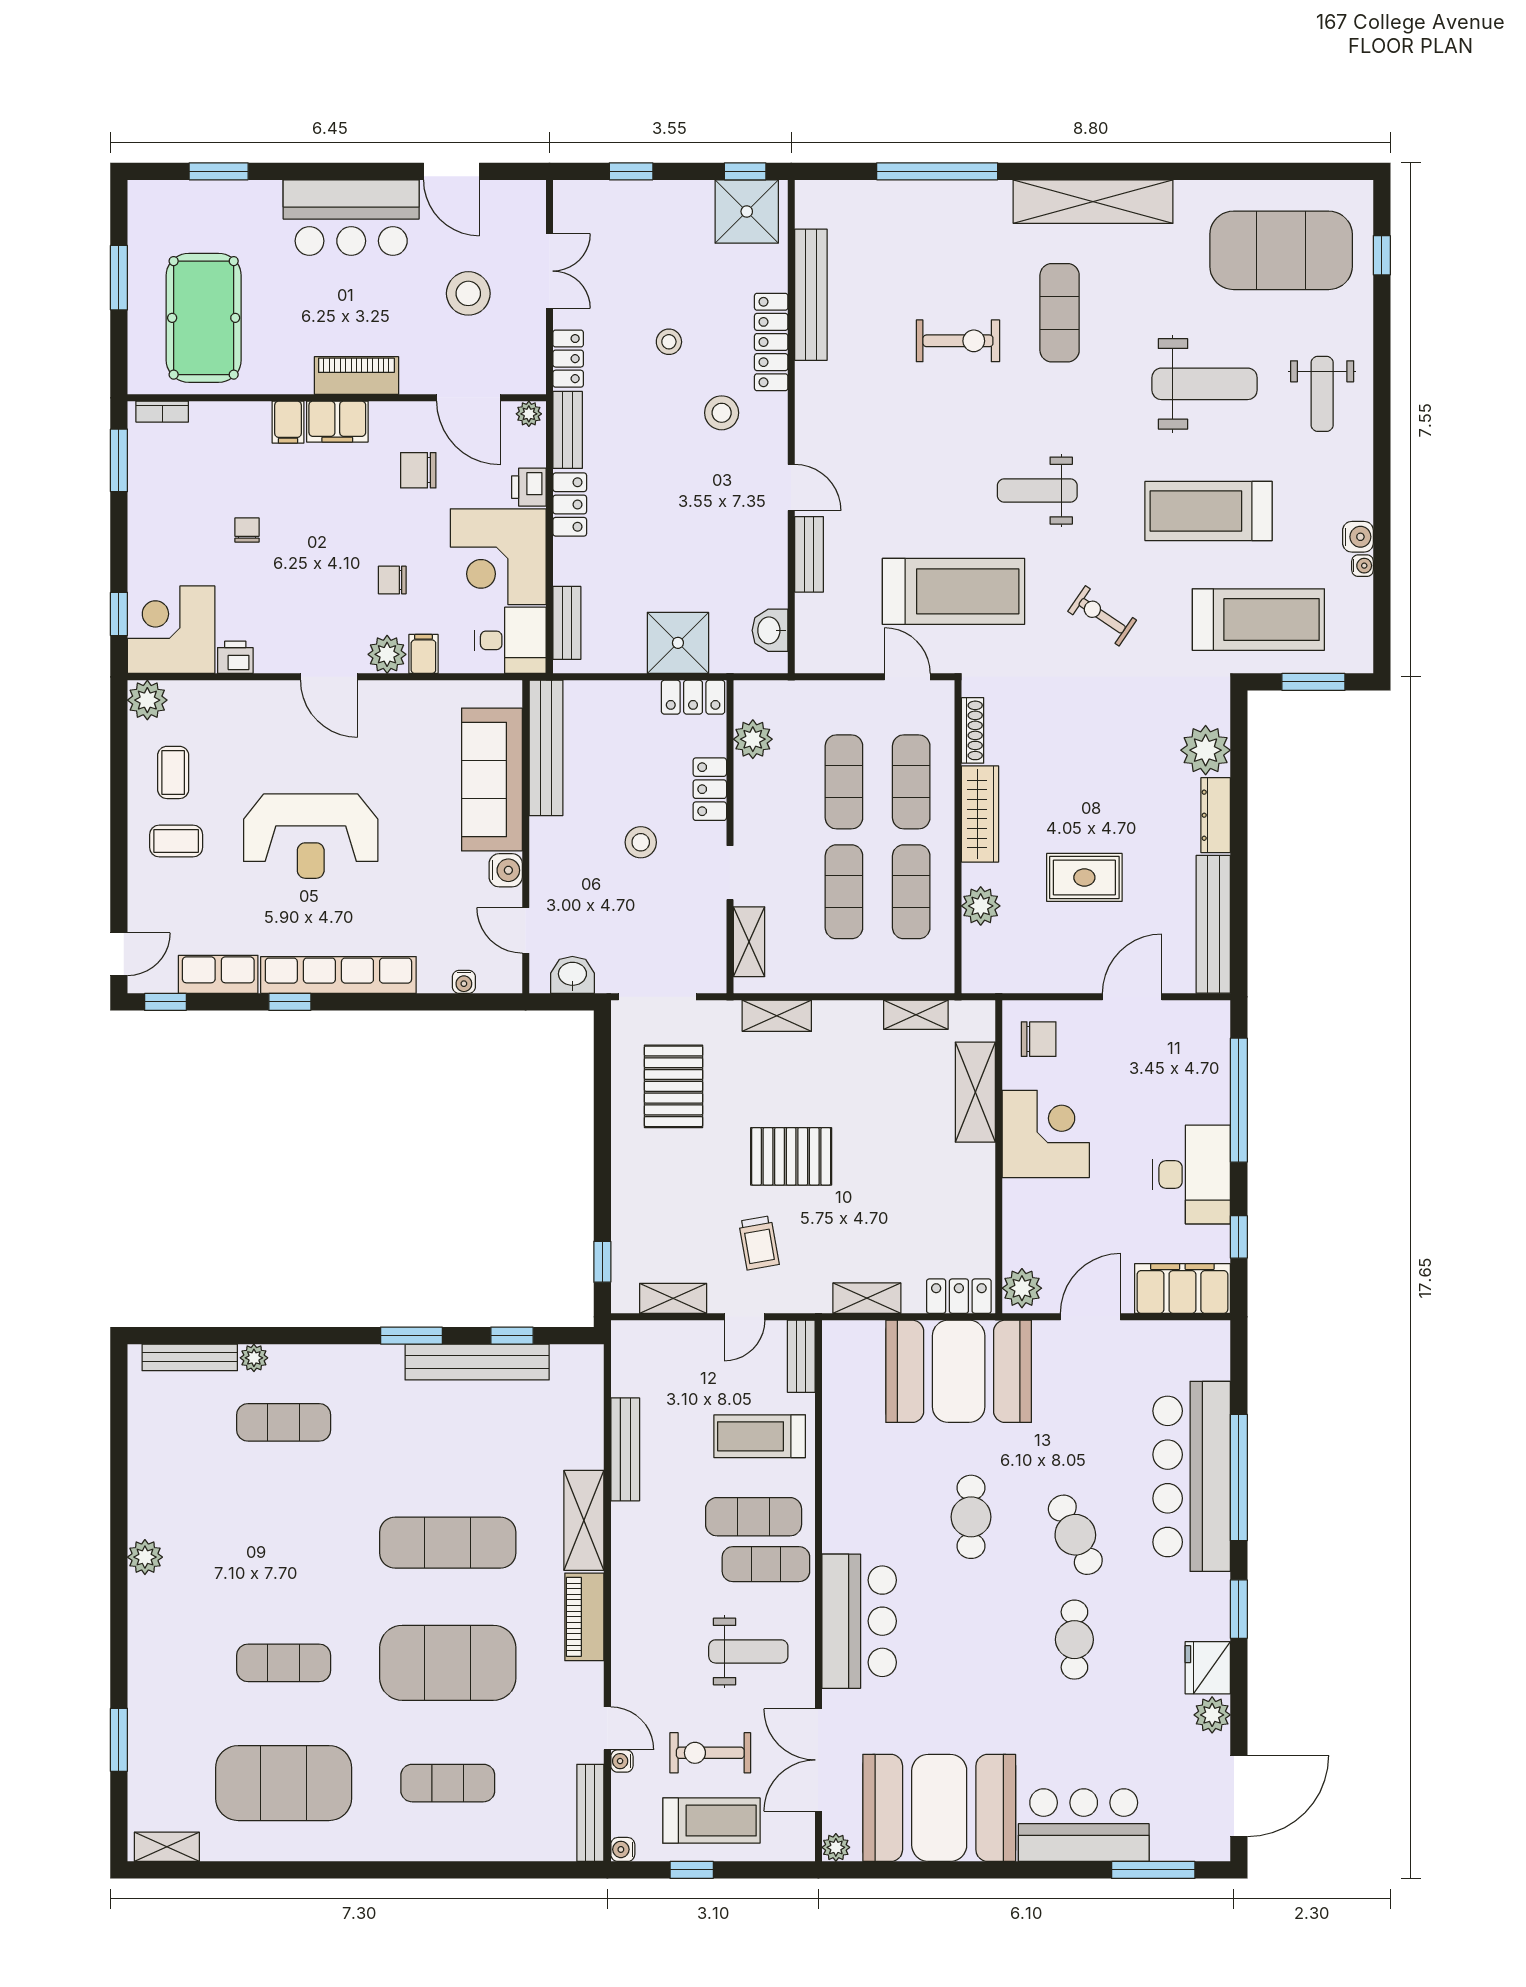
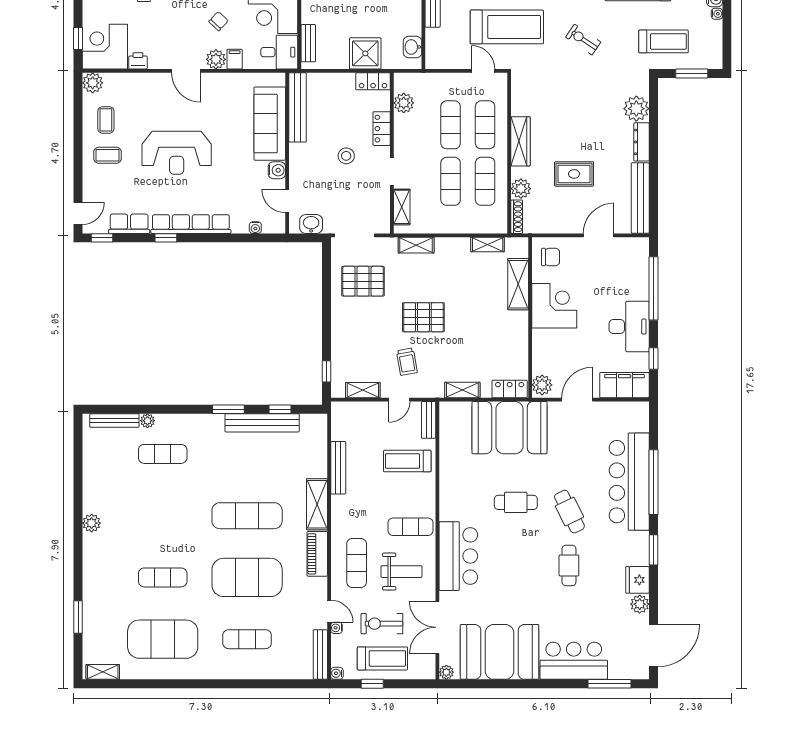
chair: (392, 580) -> (218, 21), turned 133
treadmill: (1258, 620) -> (663, 41), width x0.73, depth x0.73
shoe rack: (973, 730) -> (517, 217), moved
pallet: (674, 1086) -> (363, 281), turned 90
exercise mat: (754, 1517) -> (357, 563), moved, turned 90
cafe table: (971, 1517) -> (516, 502), turned 90

